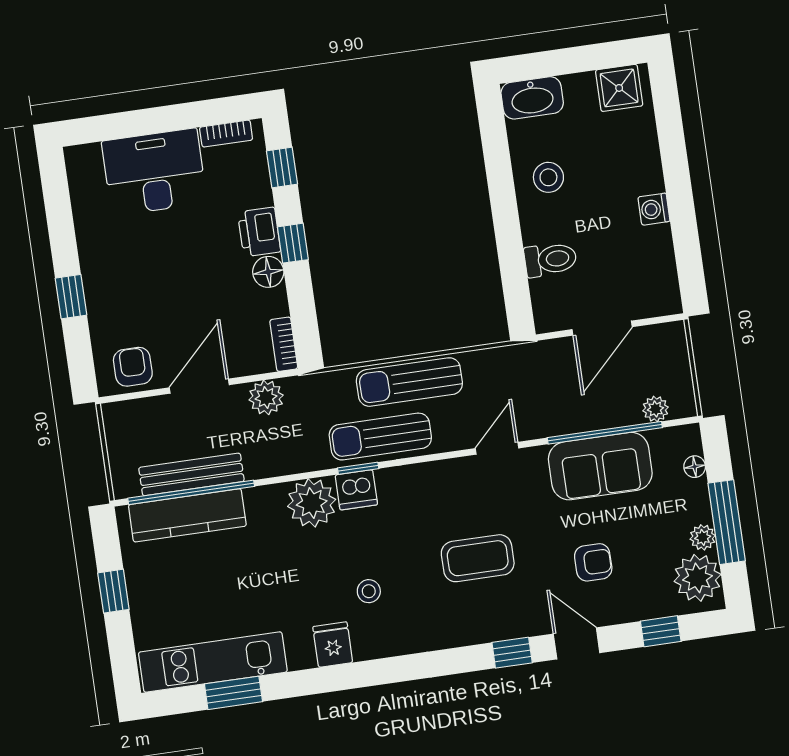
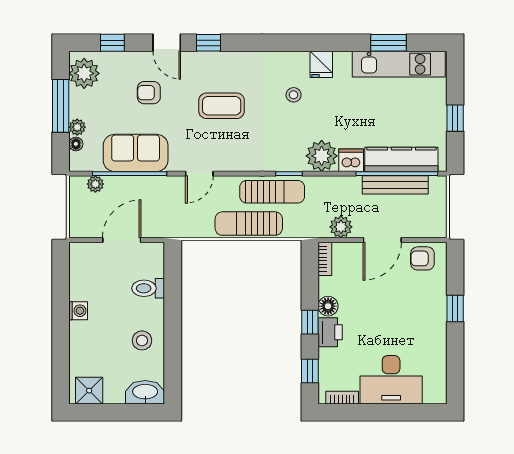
armchair: (133, 367) -> (422, 258), turned 90
sun lounger: (409, 382) -> (249, 224), turned 180
dishwasher: (356, 490) -> (351, 160), moved
plant: (703, 537) -> (77, 127), moved

